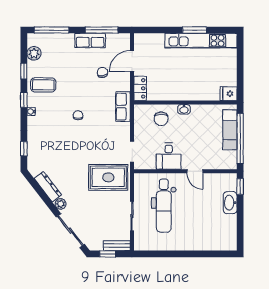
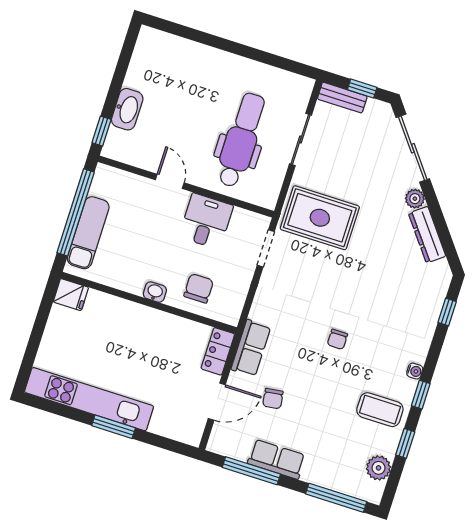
window: (195, 30) -> (114, 427), moved
row of seats: (123, 107) -> (251, 348), moved

